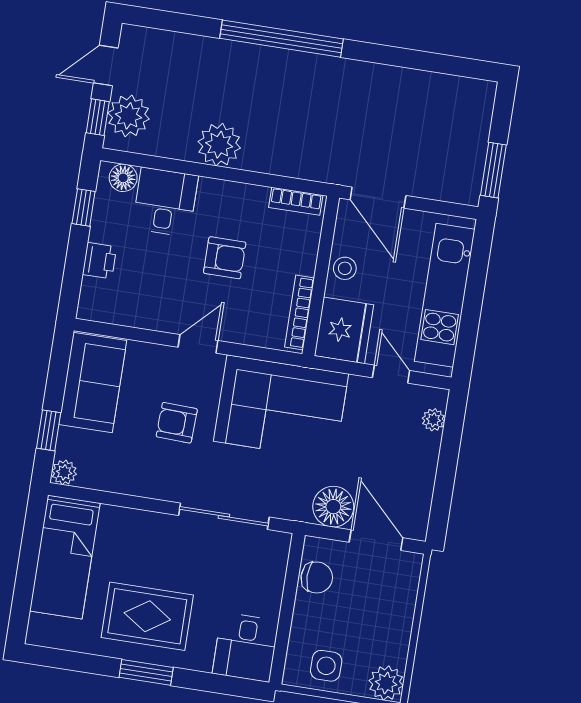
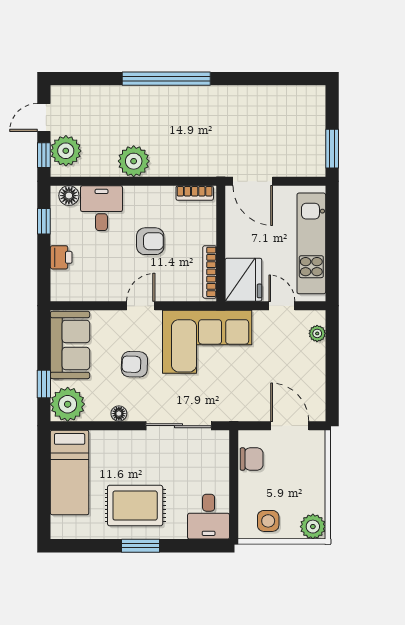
stool: (345, 268) -> (237, 235), removed
plant: (64, 472) -> (68, 404), width x1.88, depth x1.88
floor lamp: (333, 507) -> (119, 414), moved, width x0.53, depth x0.53

